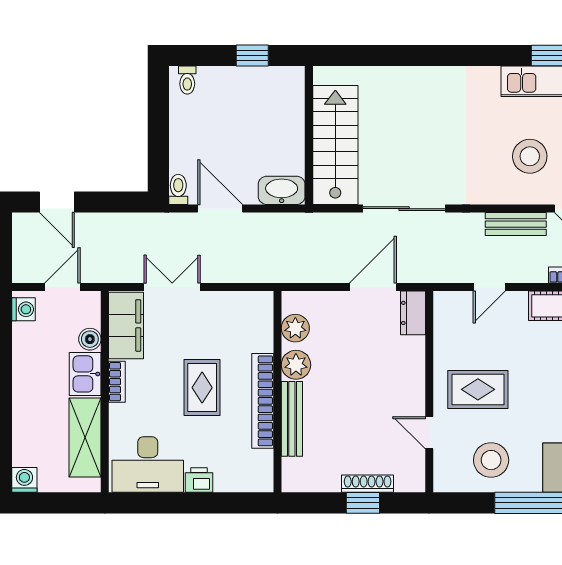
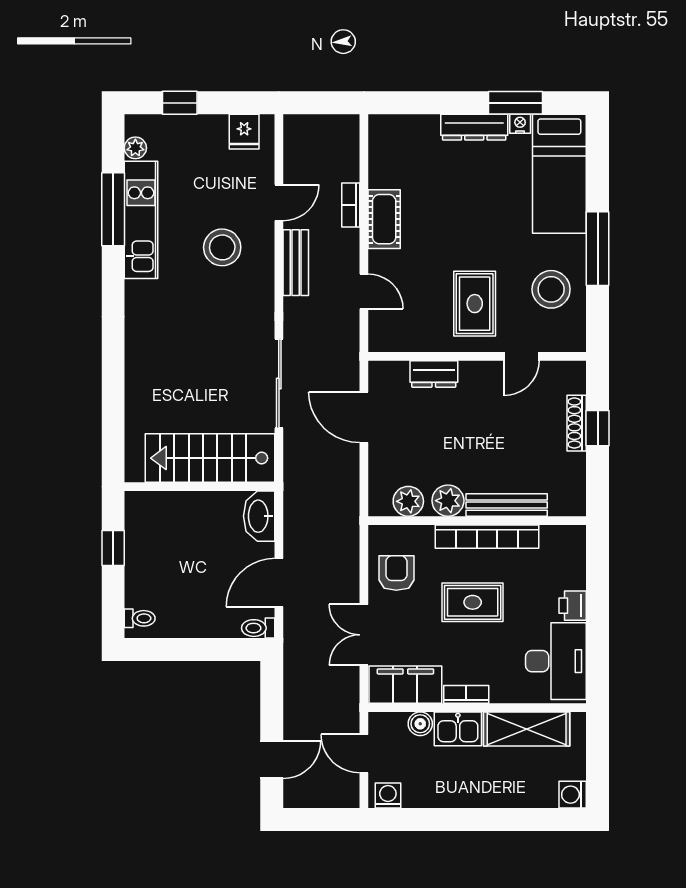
dresser: (413, 313) -> (434, 374), moved
armchair: (229, 317) -> (396, 573), added

